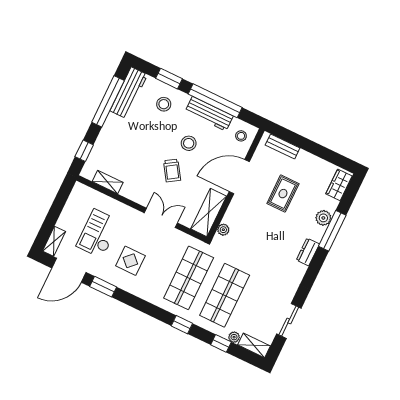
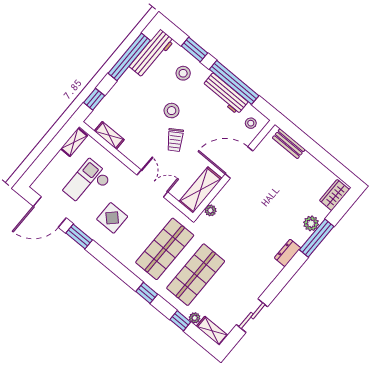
stool: (189, 143) -> (172, 111), moved
rug: (283, 194) -> (278, 190), removed
shelving: (54, 241) -> (74, 142), moved

